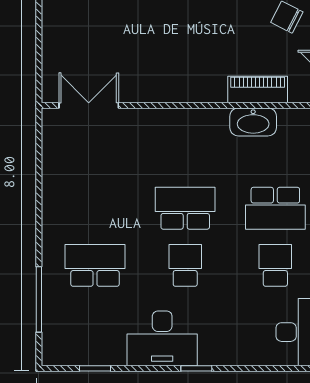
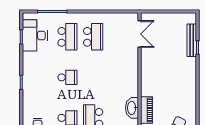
school desk: (185, 208) -> (93, 37), moved
desk: (162, 338) -> (35, 35), moved

